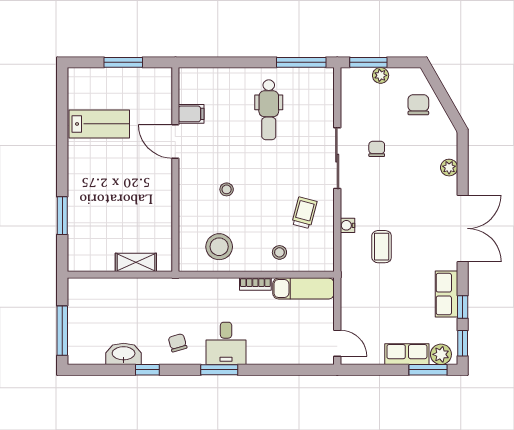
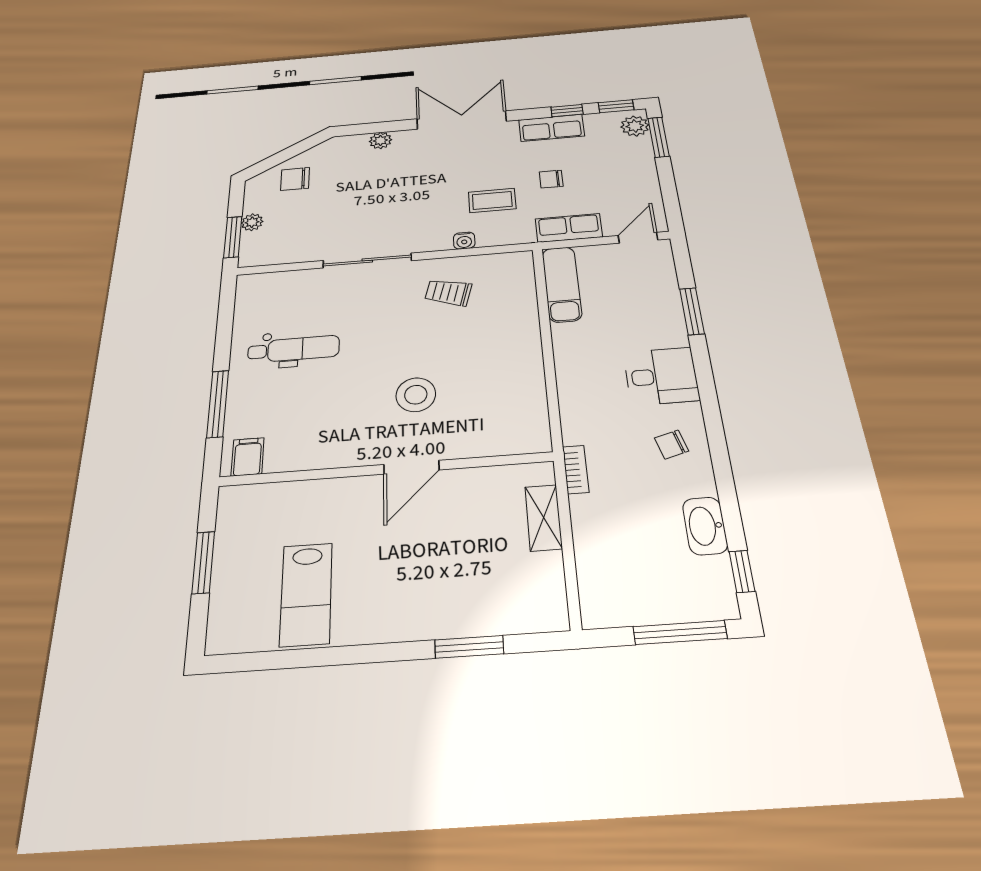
window: (301, 62) -> (218, 404), moved
filing cabinet: (191, 114) -> (248, 457), moved
lab bench: (99, 124) -> (306, 594), turned 180
door: (175, 141) -> (411, 467), moved
chair: (377, 149) -> (551, 179), moved
stool: (227, 189) -> (416, 395), width x1.89, depth x1.89
stool: (219, 247) -> (507, 398), removed
stool: (279, 252) -> (510, 318), removed
bookcase: (255, 284) -> (576, 469), moved
row of seats: (407, 354) -> (569, 228), moved, turned 90
window: (147, 370) -> (742, 571), moved
window: (219, 370) -> (692, 311), moved

